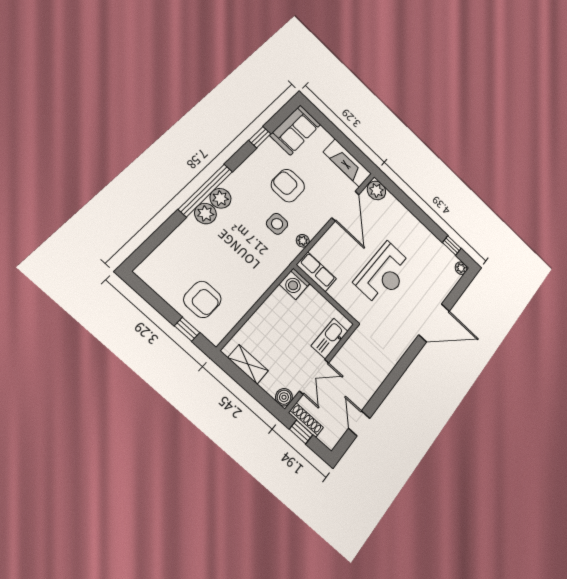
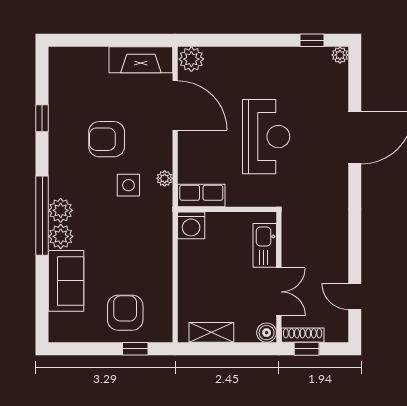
sofa: (295, 130) -> (66, 281), moved
armchair: (202, 299) -> (125, 313), turned -90

